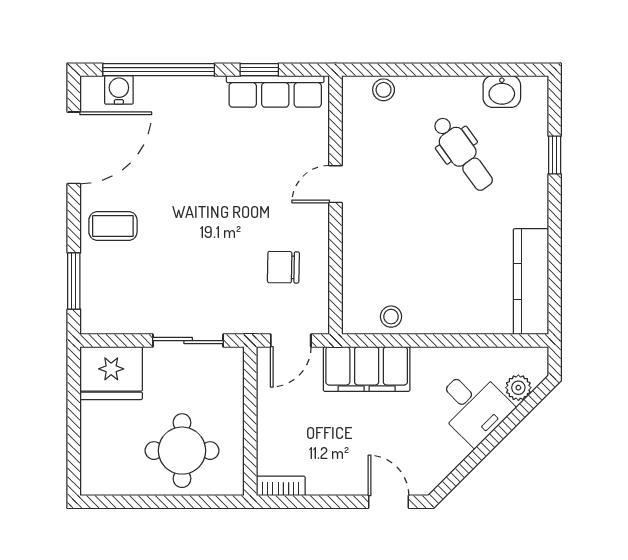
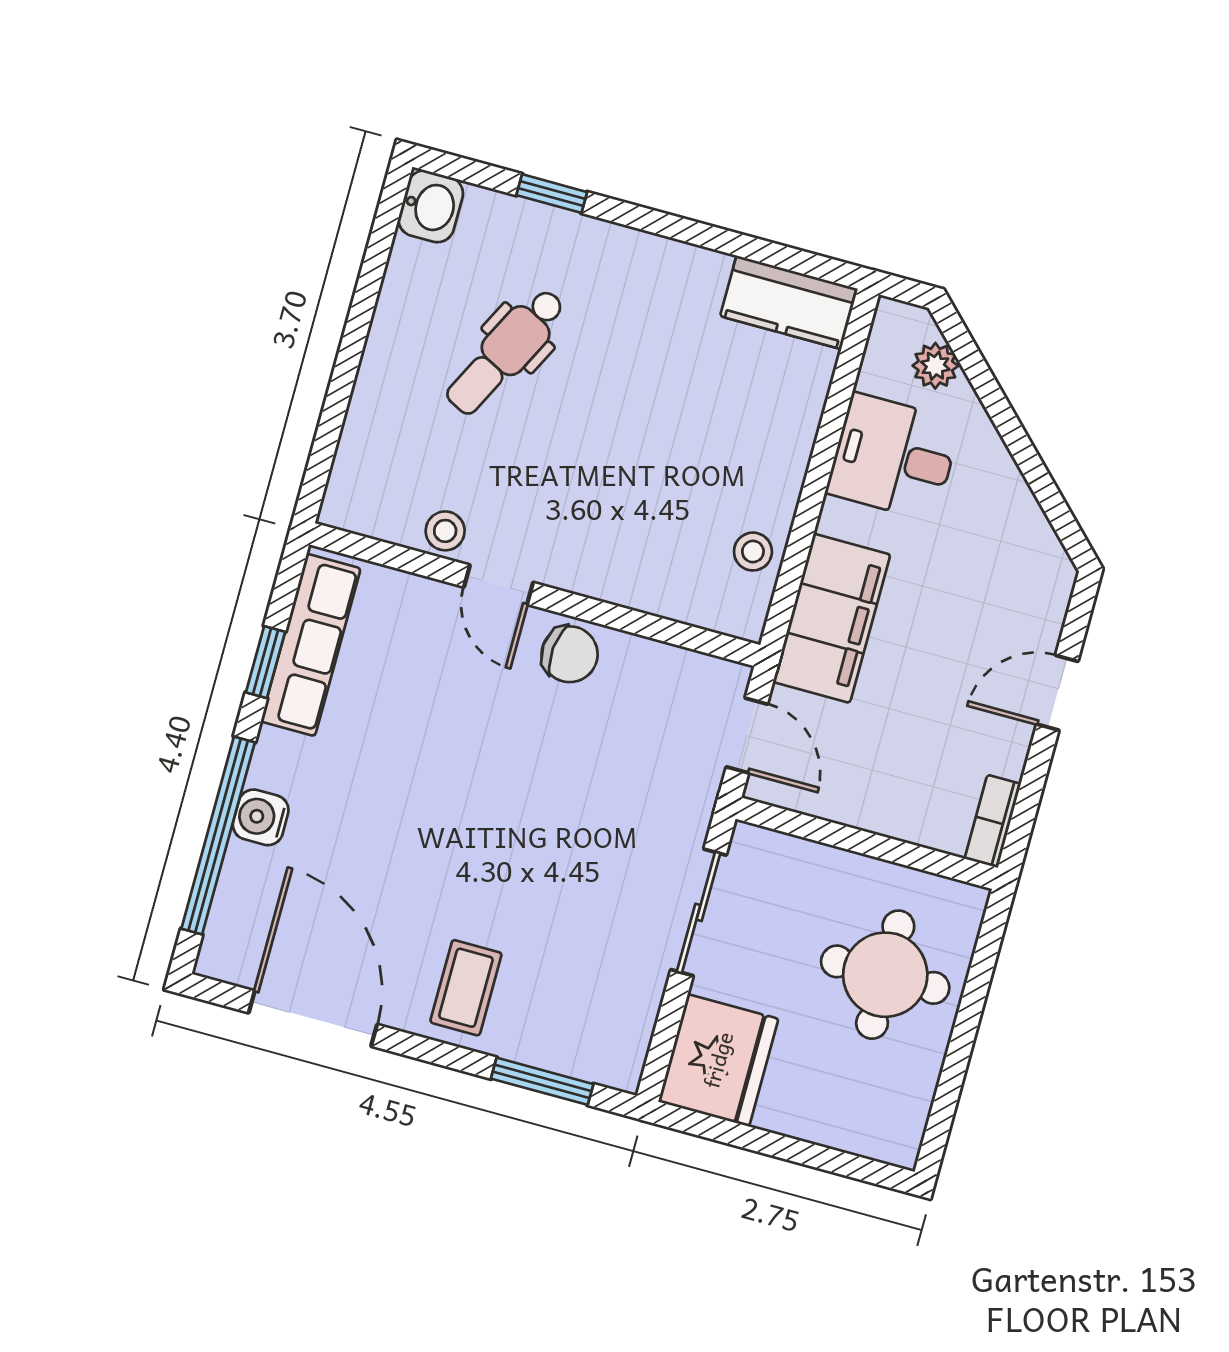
water cooler: (119, 90) -> (261, 817), moved
stool: (384, 90) -> (445, 531), moved
washbasin: (502, 92) -> (431, 206), moved
dental chair: (463, 153) -> (506, 352), turned 153
chair: (283, 267) -> (570, 654), moved, turned -86
kitchen counter: (531, 282) -> (789, 302), width x0.67
desk: (473, 406) -> (894, 457), moved, turned -135
door: (389, 502) -> (1057, 693), moved

